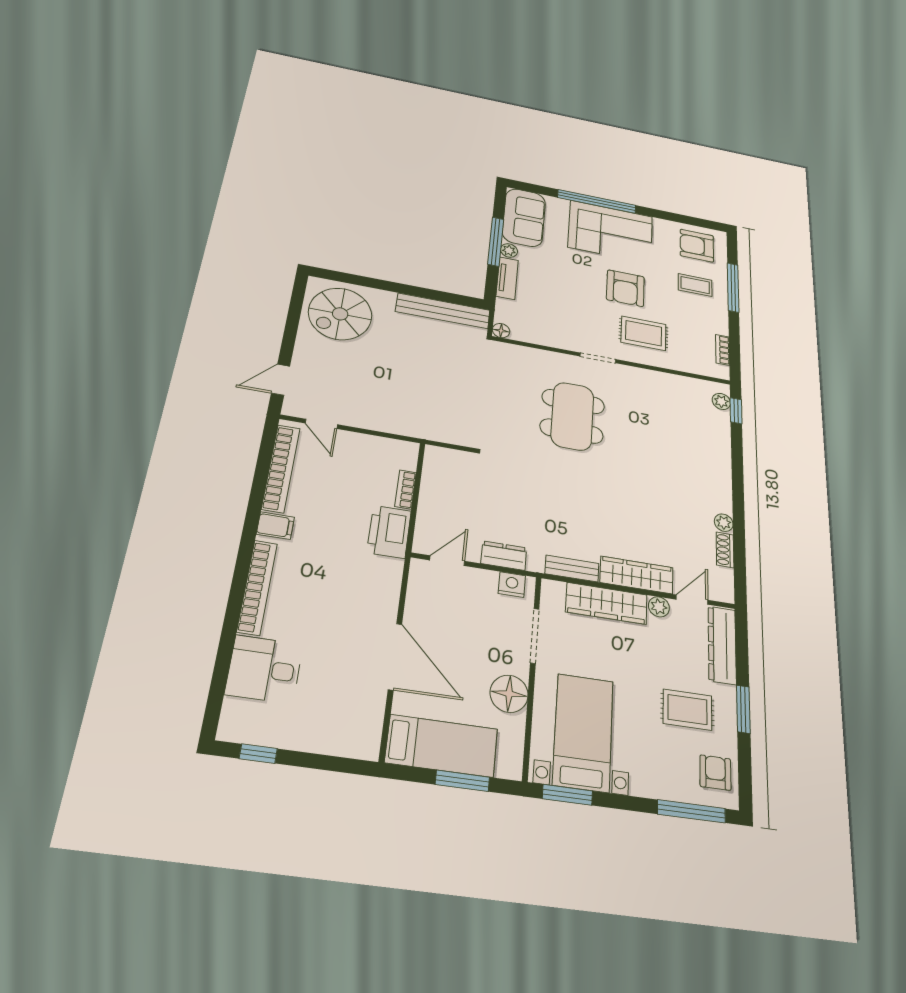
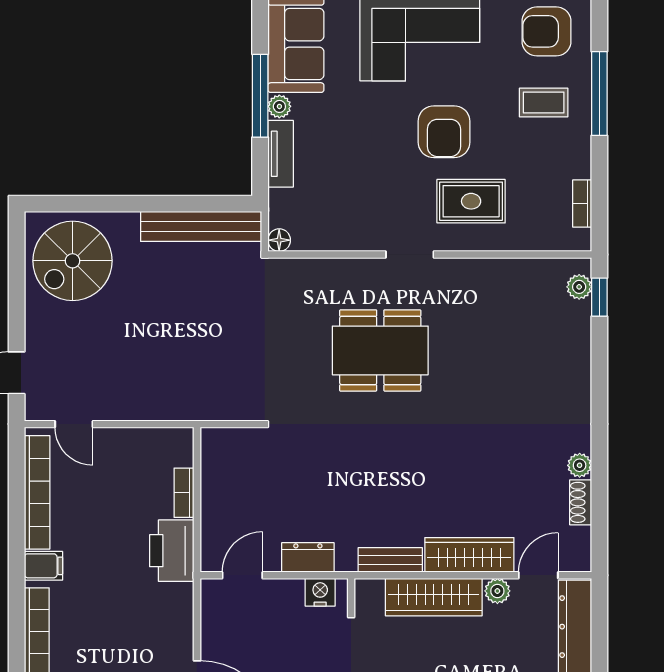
dining table: (572, 416) -> (380, 350), turned 90

